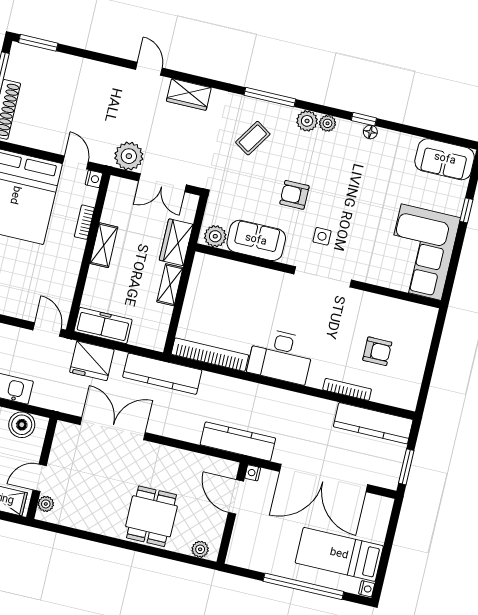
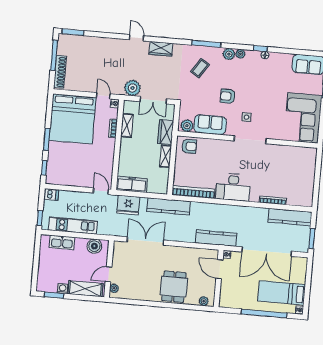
shelving: (104, 245) -> (127, 126), moved
armchair: (377, 351) -> (189, 146), moved

